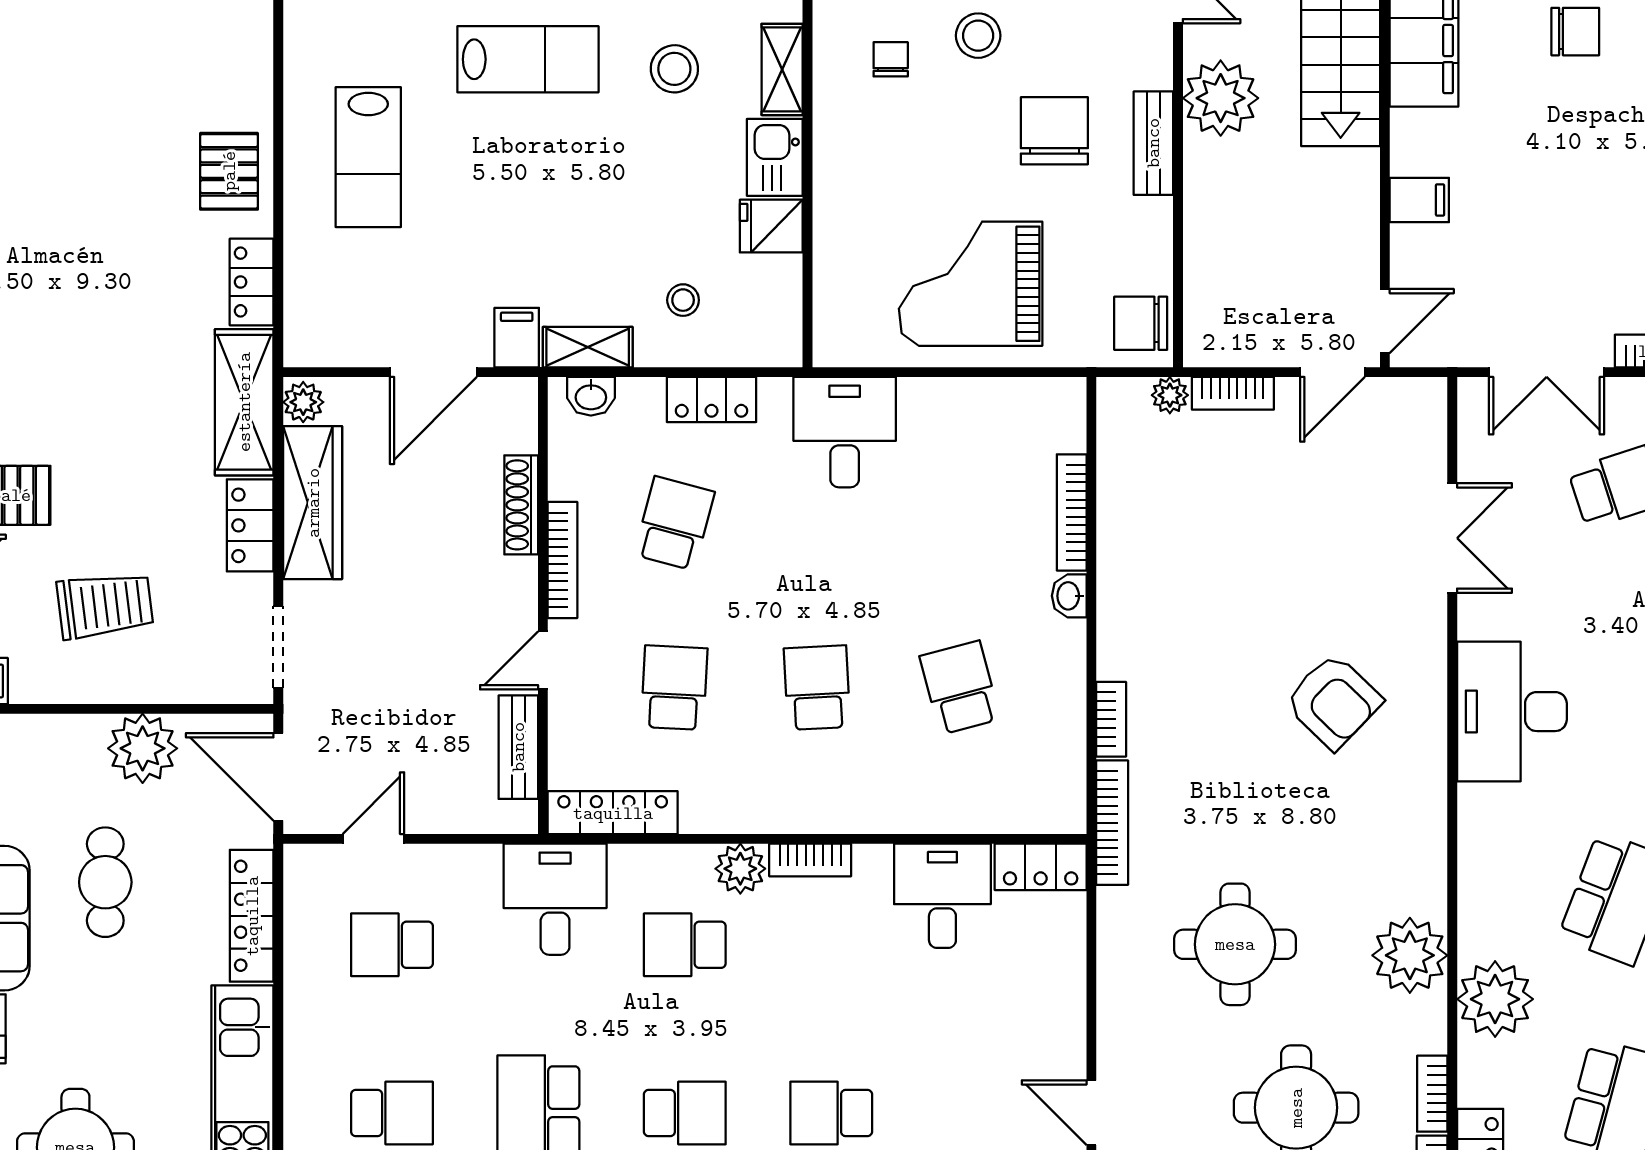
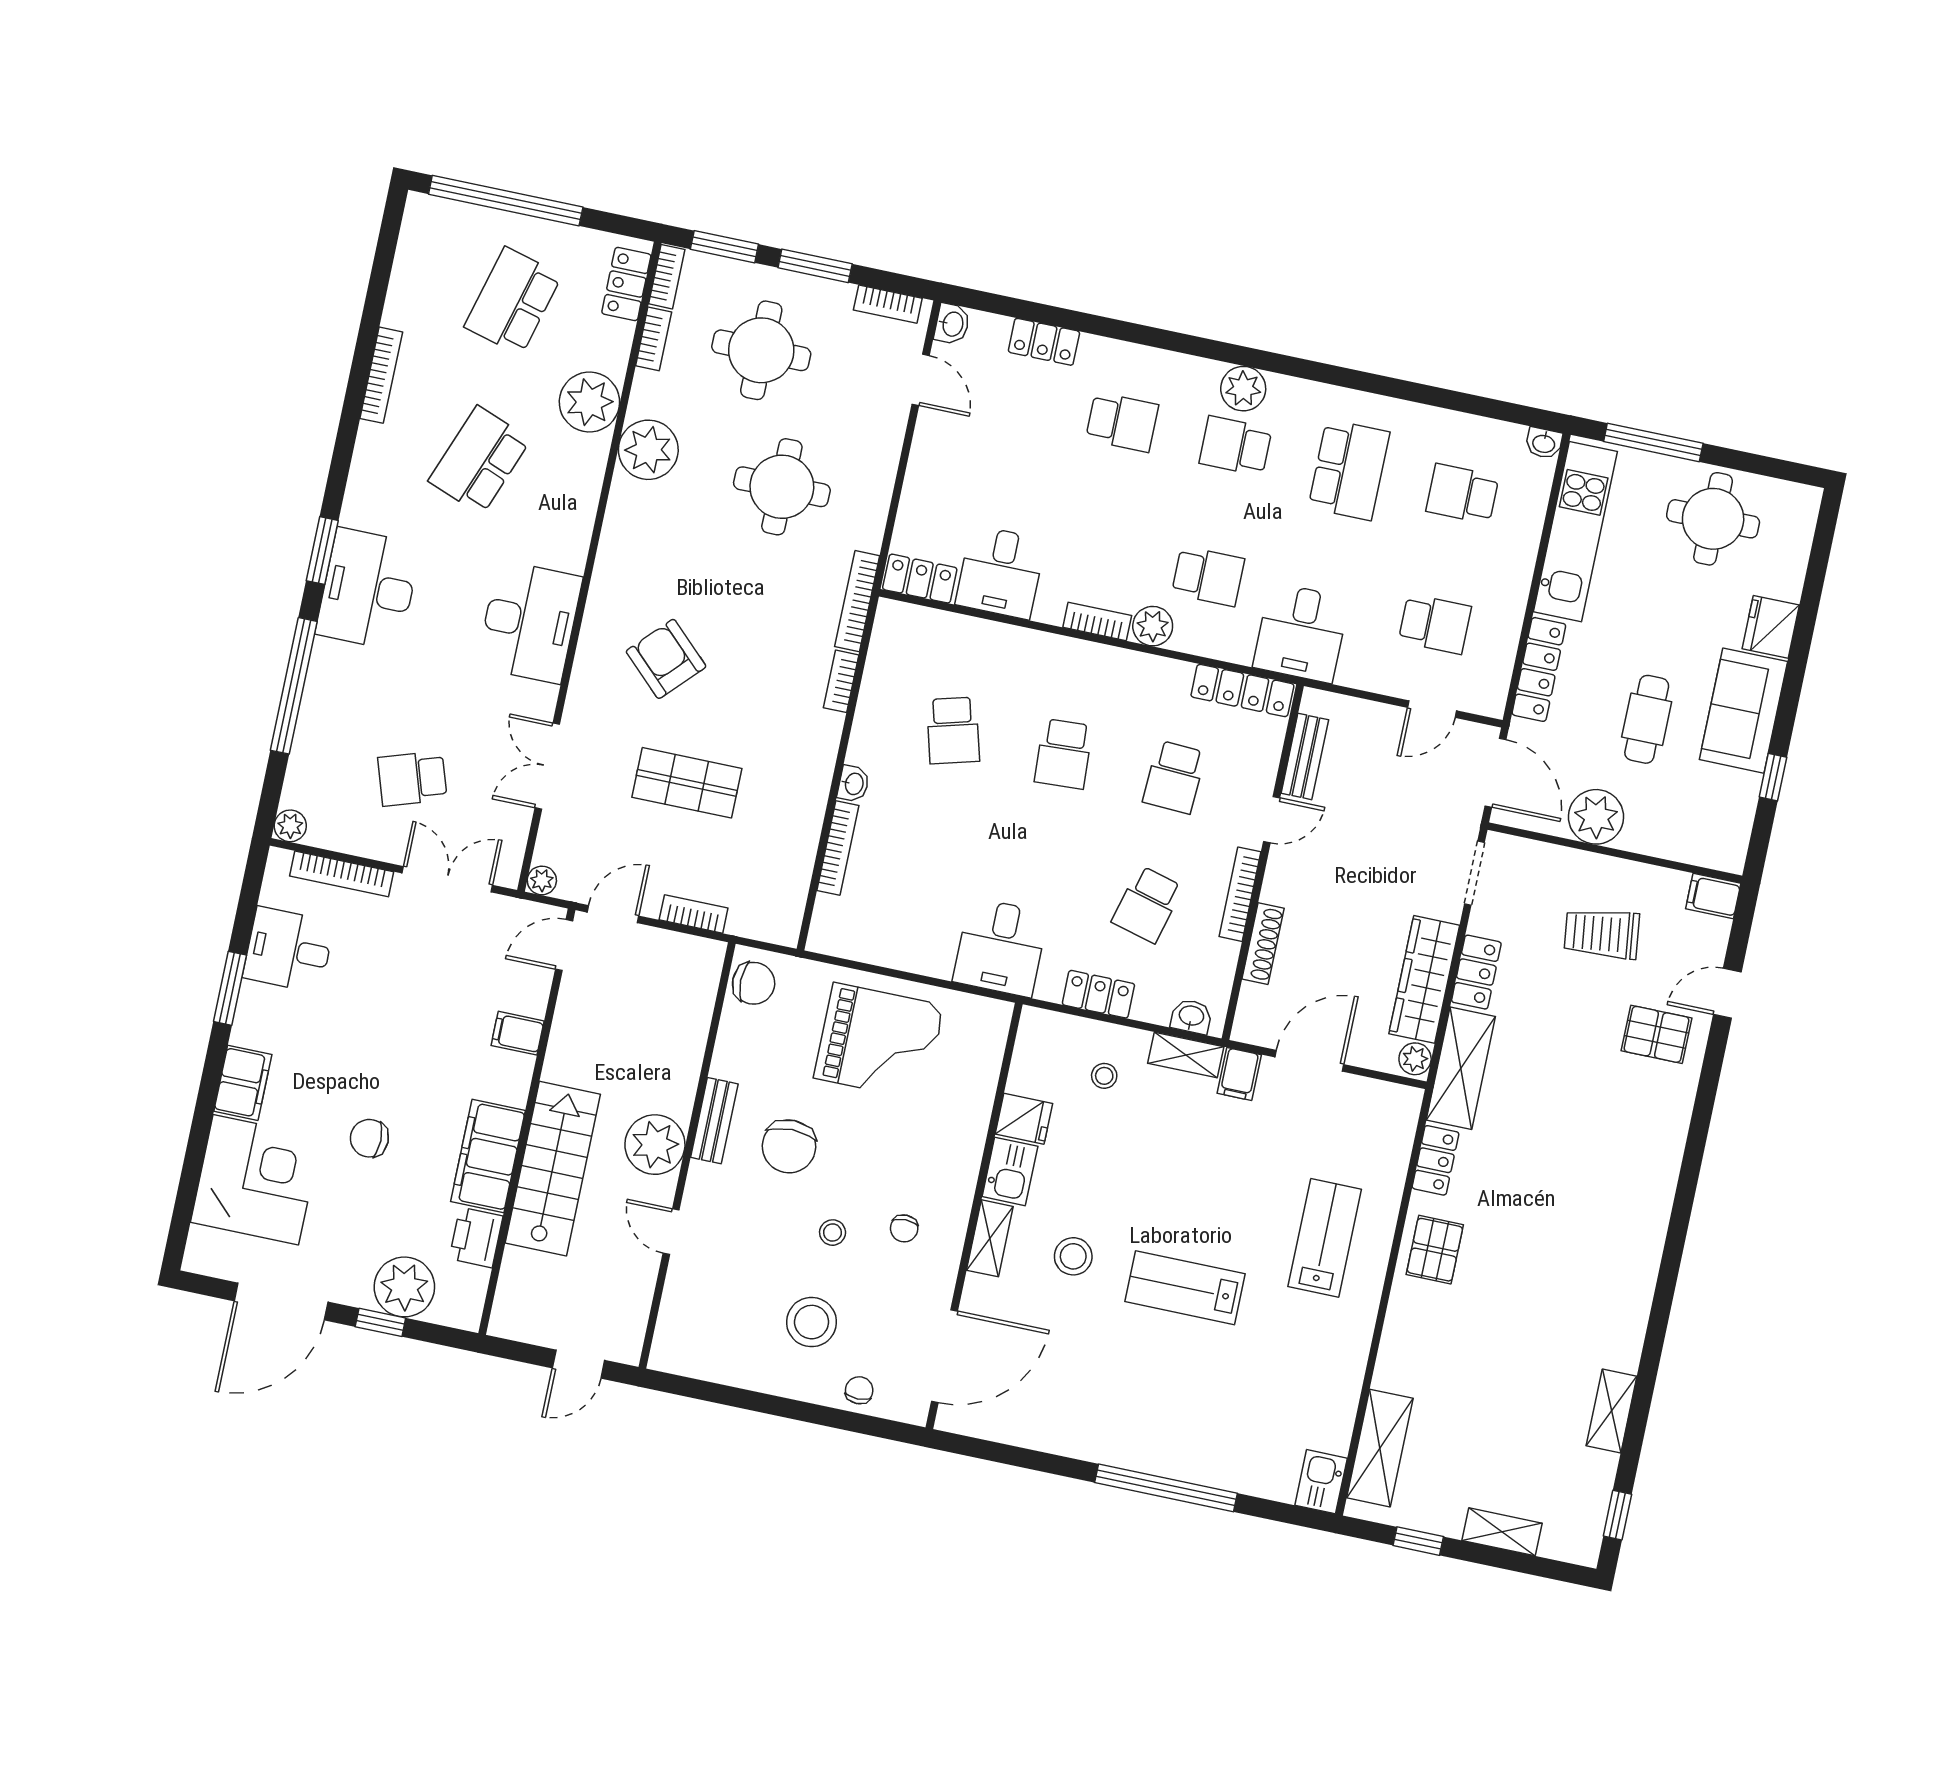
stool: (978, 36) -> (833, 1233), width x0.73, depth x0.73
plant: (1170, 395) -> (542, 880), moved
shop shelf: (1275, 554) -> (687, 783), added

